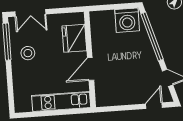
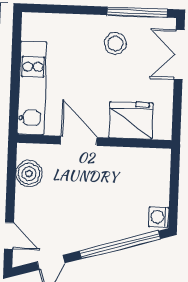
washing machine: (127, 20) -> (159, 217), width x0.53, depth x0.53
boiler: (114, 98) -> (29, 174), added

